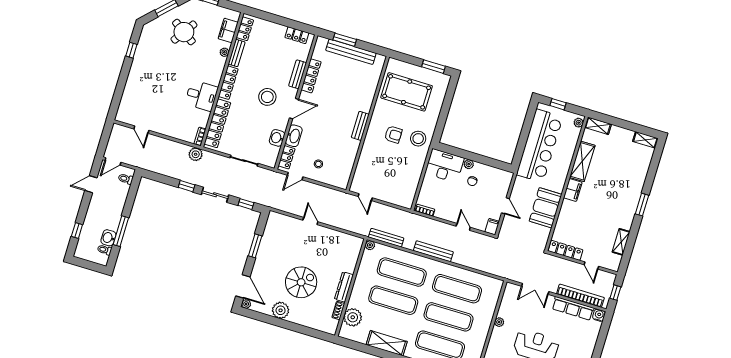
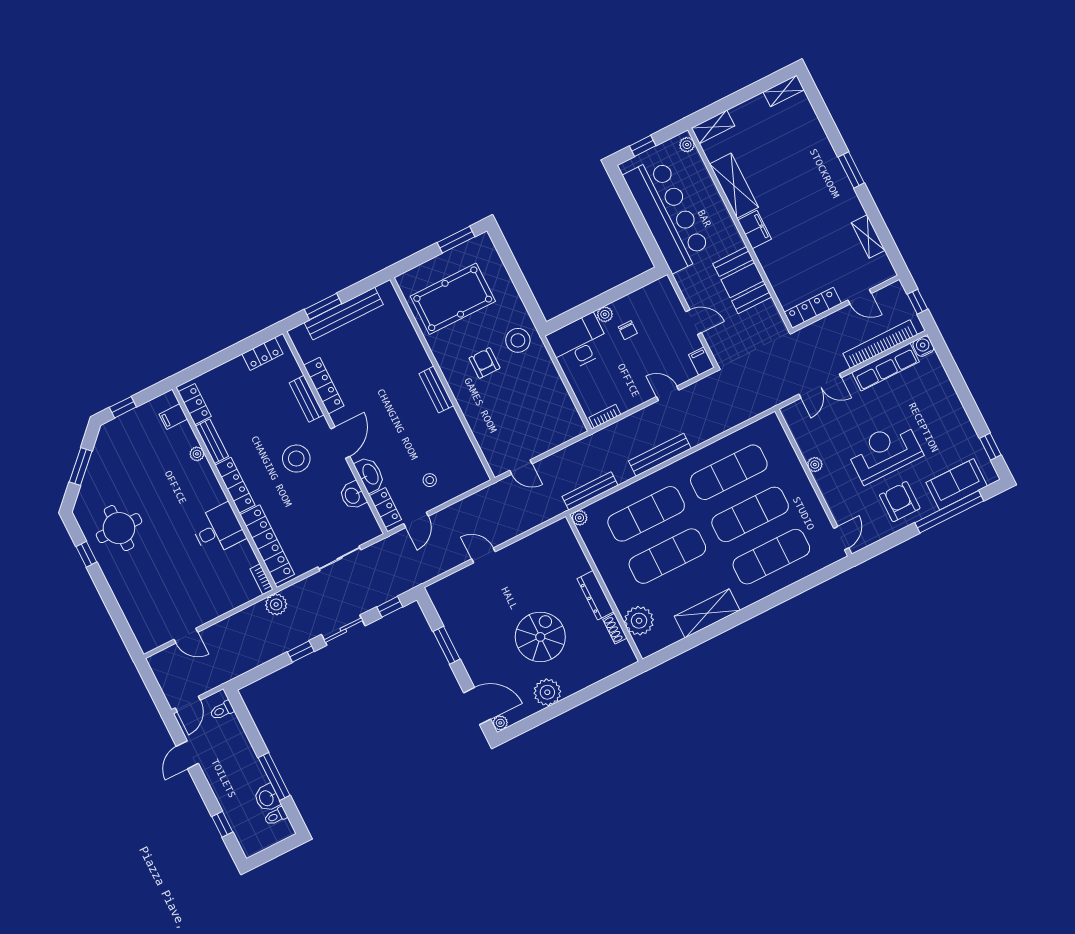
filing cabinet: (228, 30) -> (173, 417), width x0.50
round table: (184, 32) -> (119, 528), moved, turned -34
armchair: (393, 135) -> (484, 363), turned -90

